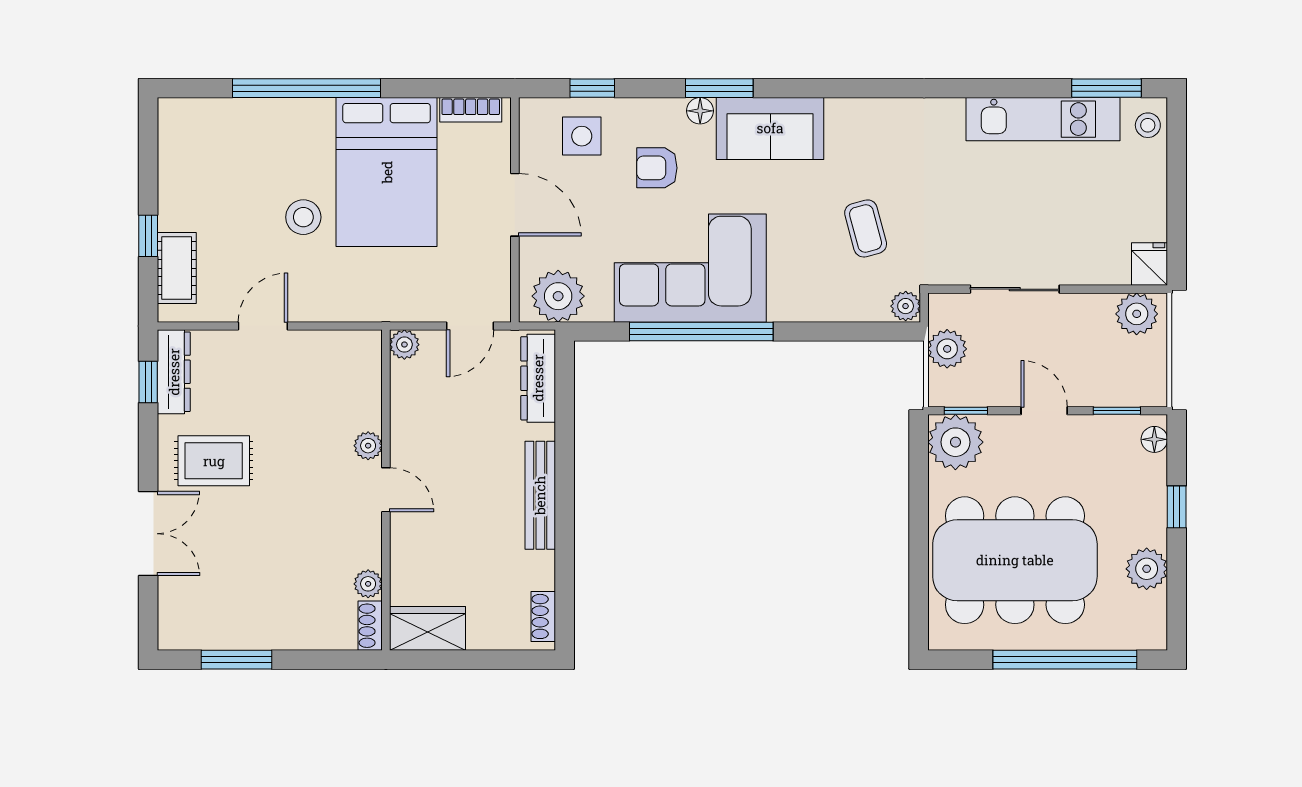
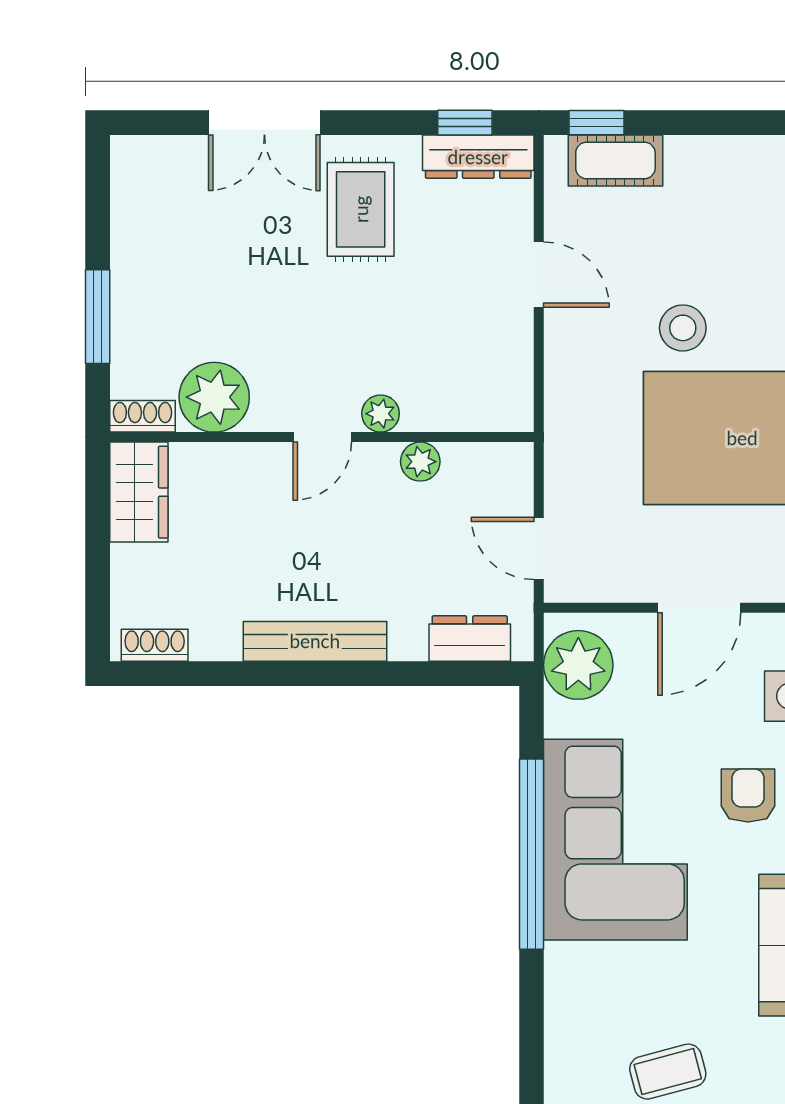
window: (148, 236) -> (596, 123), moved
plant: (404, 345) -> (420, 462), moved
dresser: (538, 378) -> (470, 639), width x0.70
plant: (368, 584) -> (214, 397), width x1.87, depth x1.87
window: (236, 660) -> (98, 317), moved

